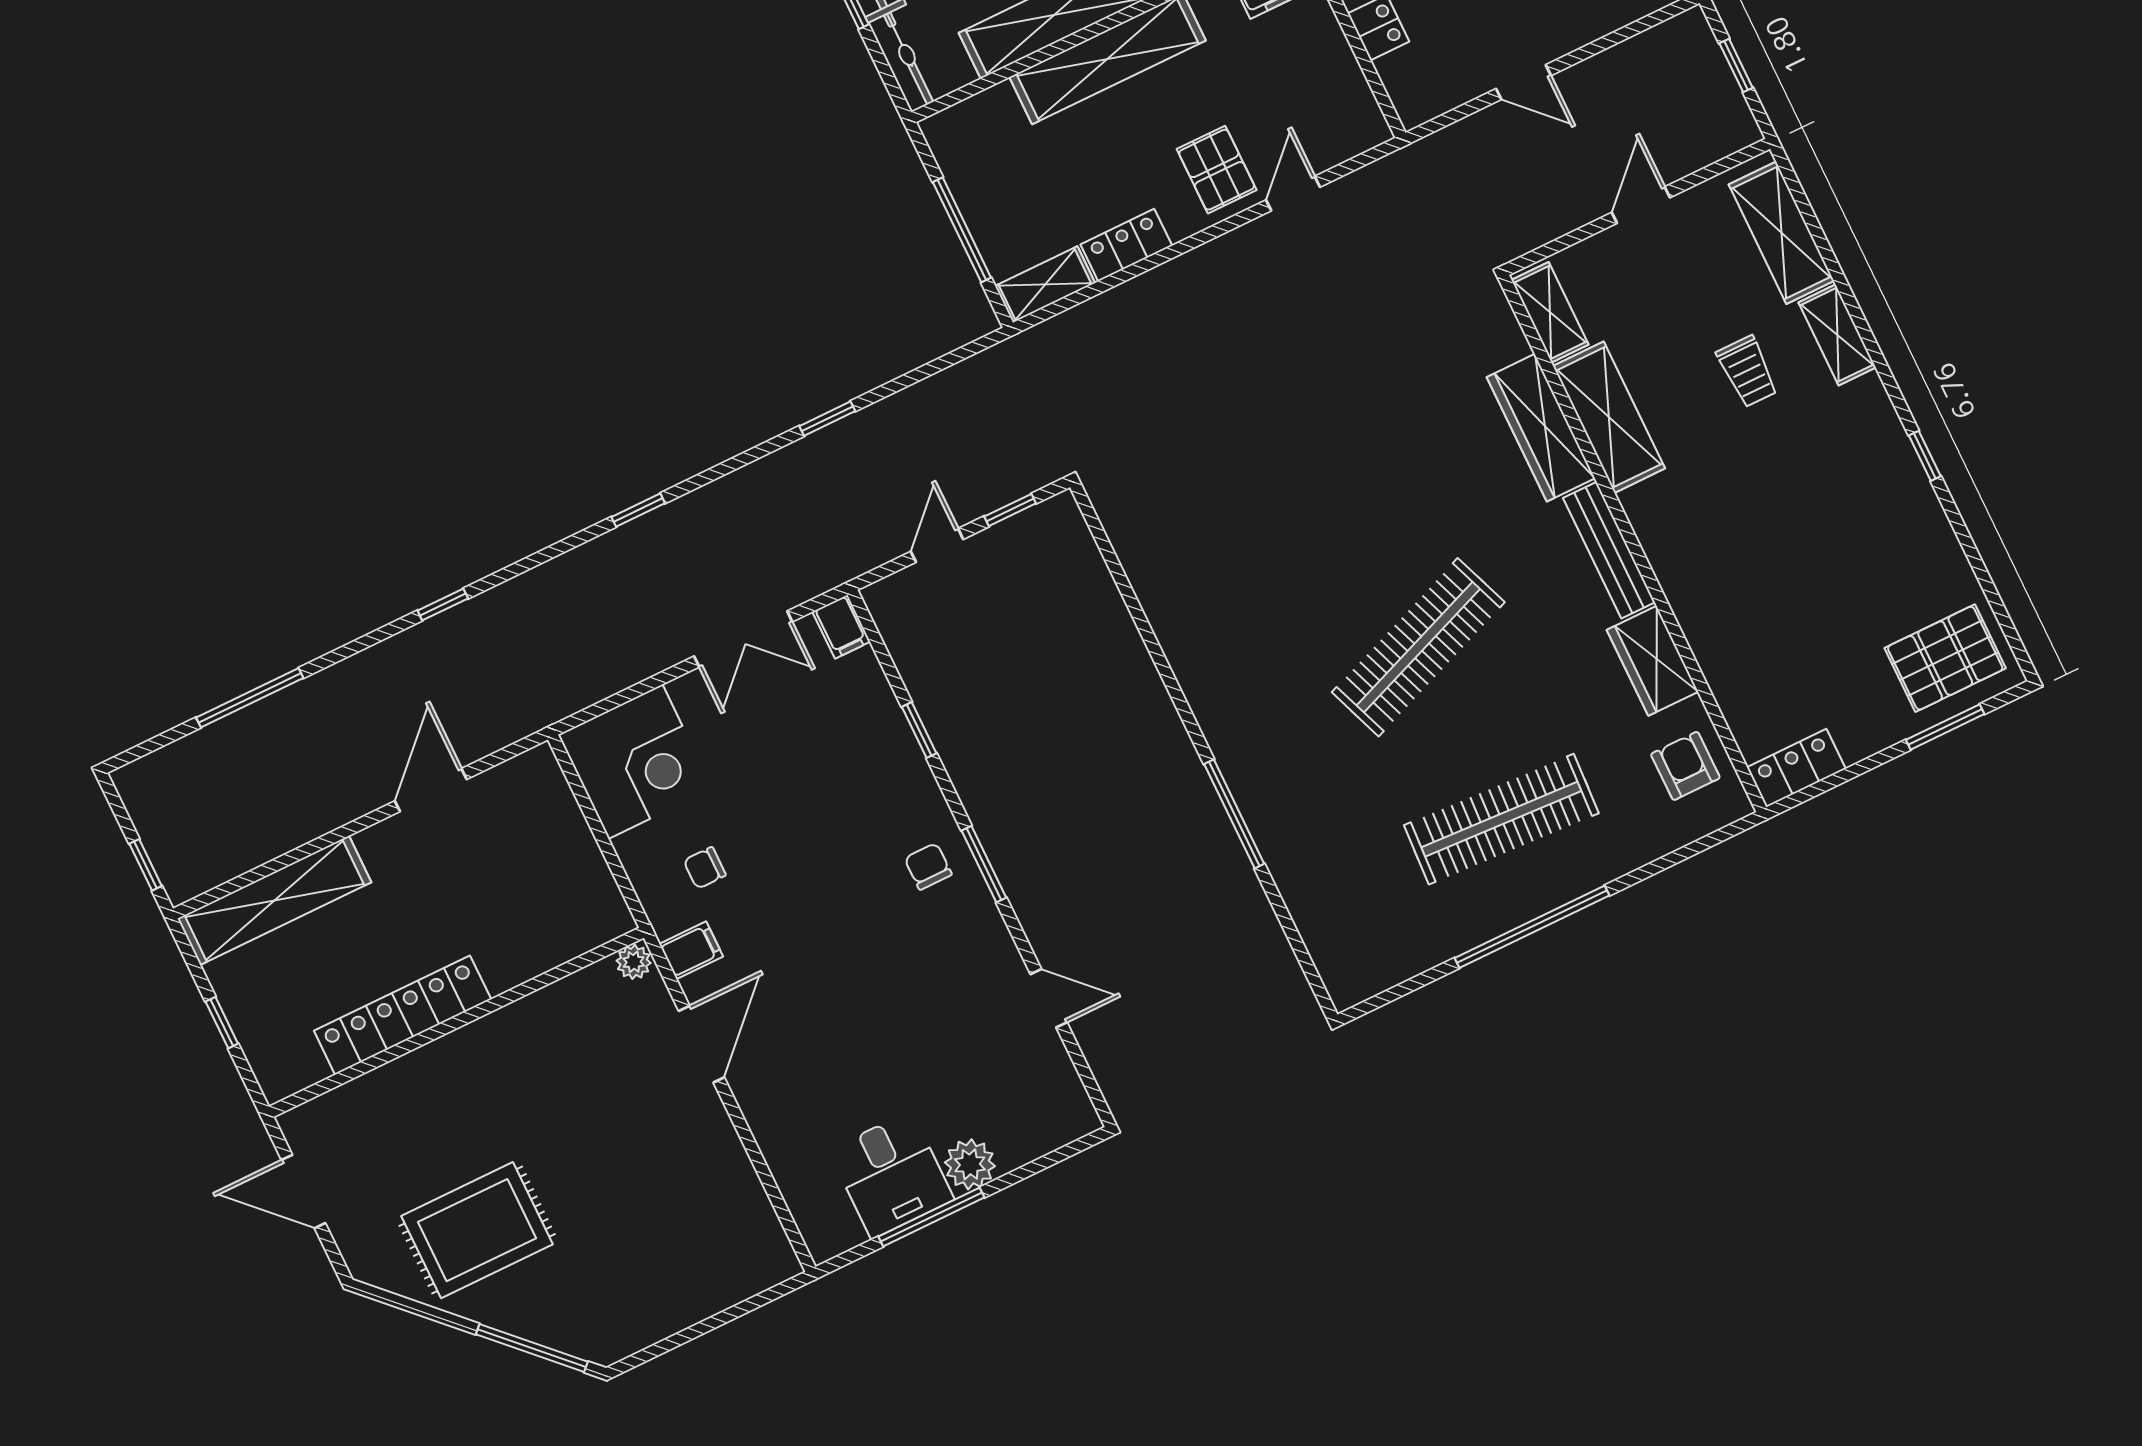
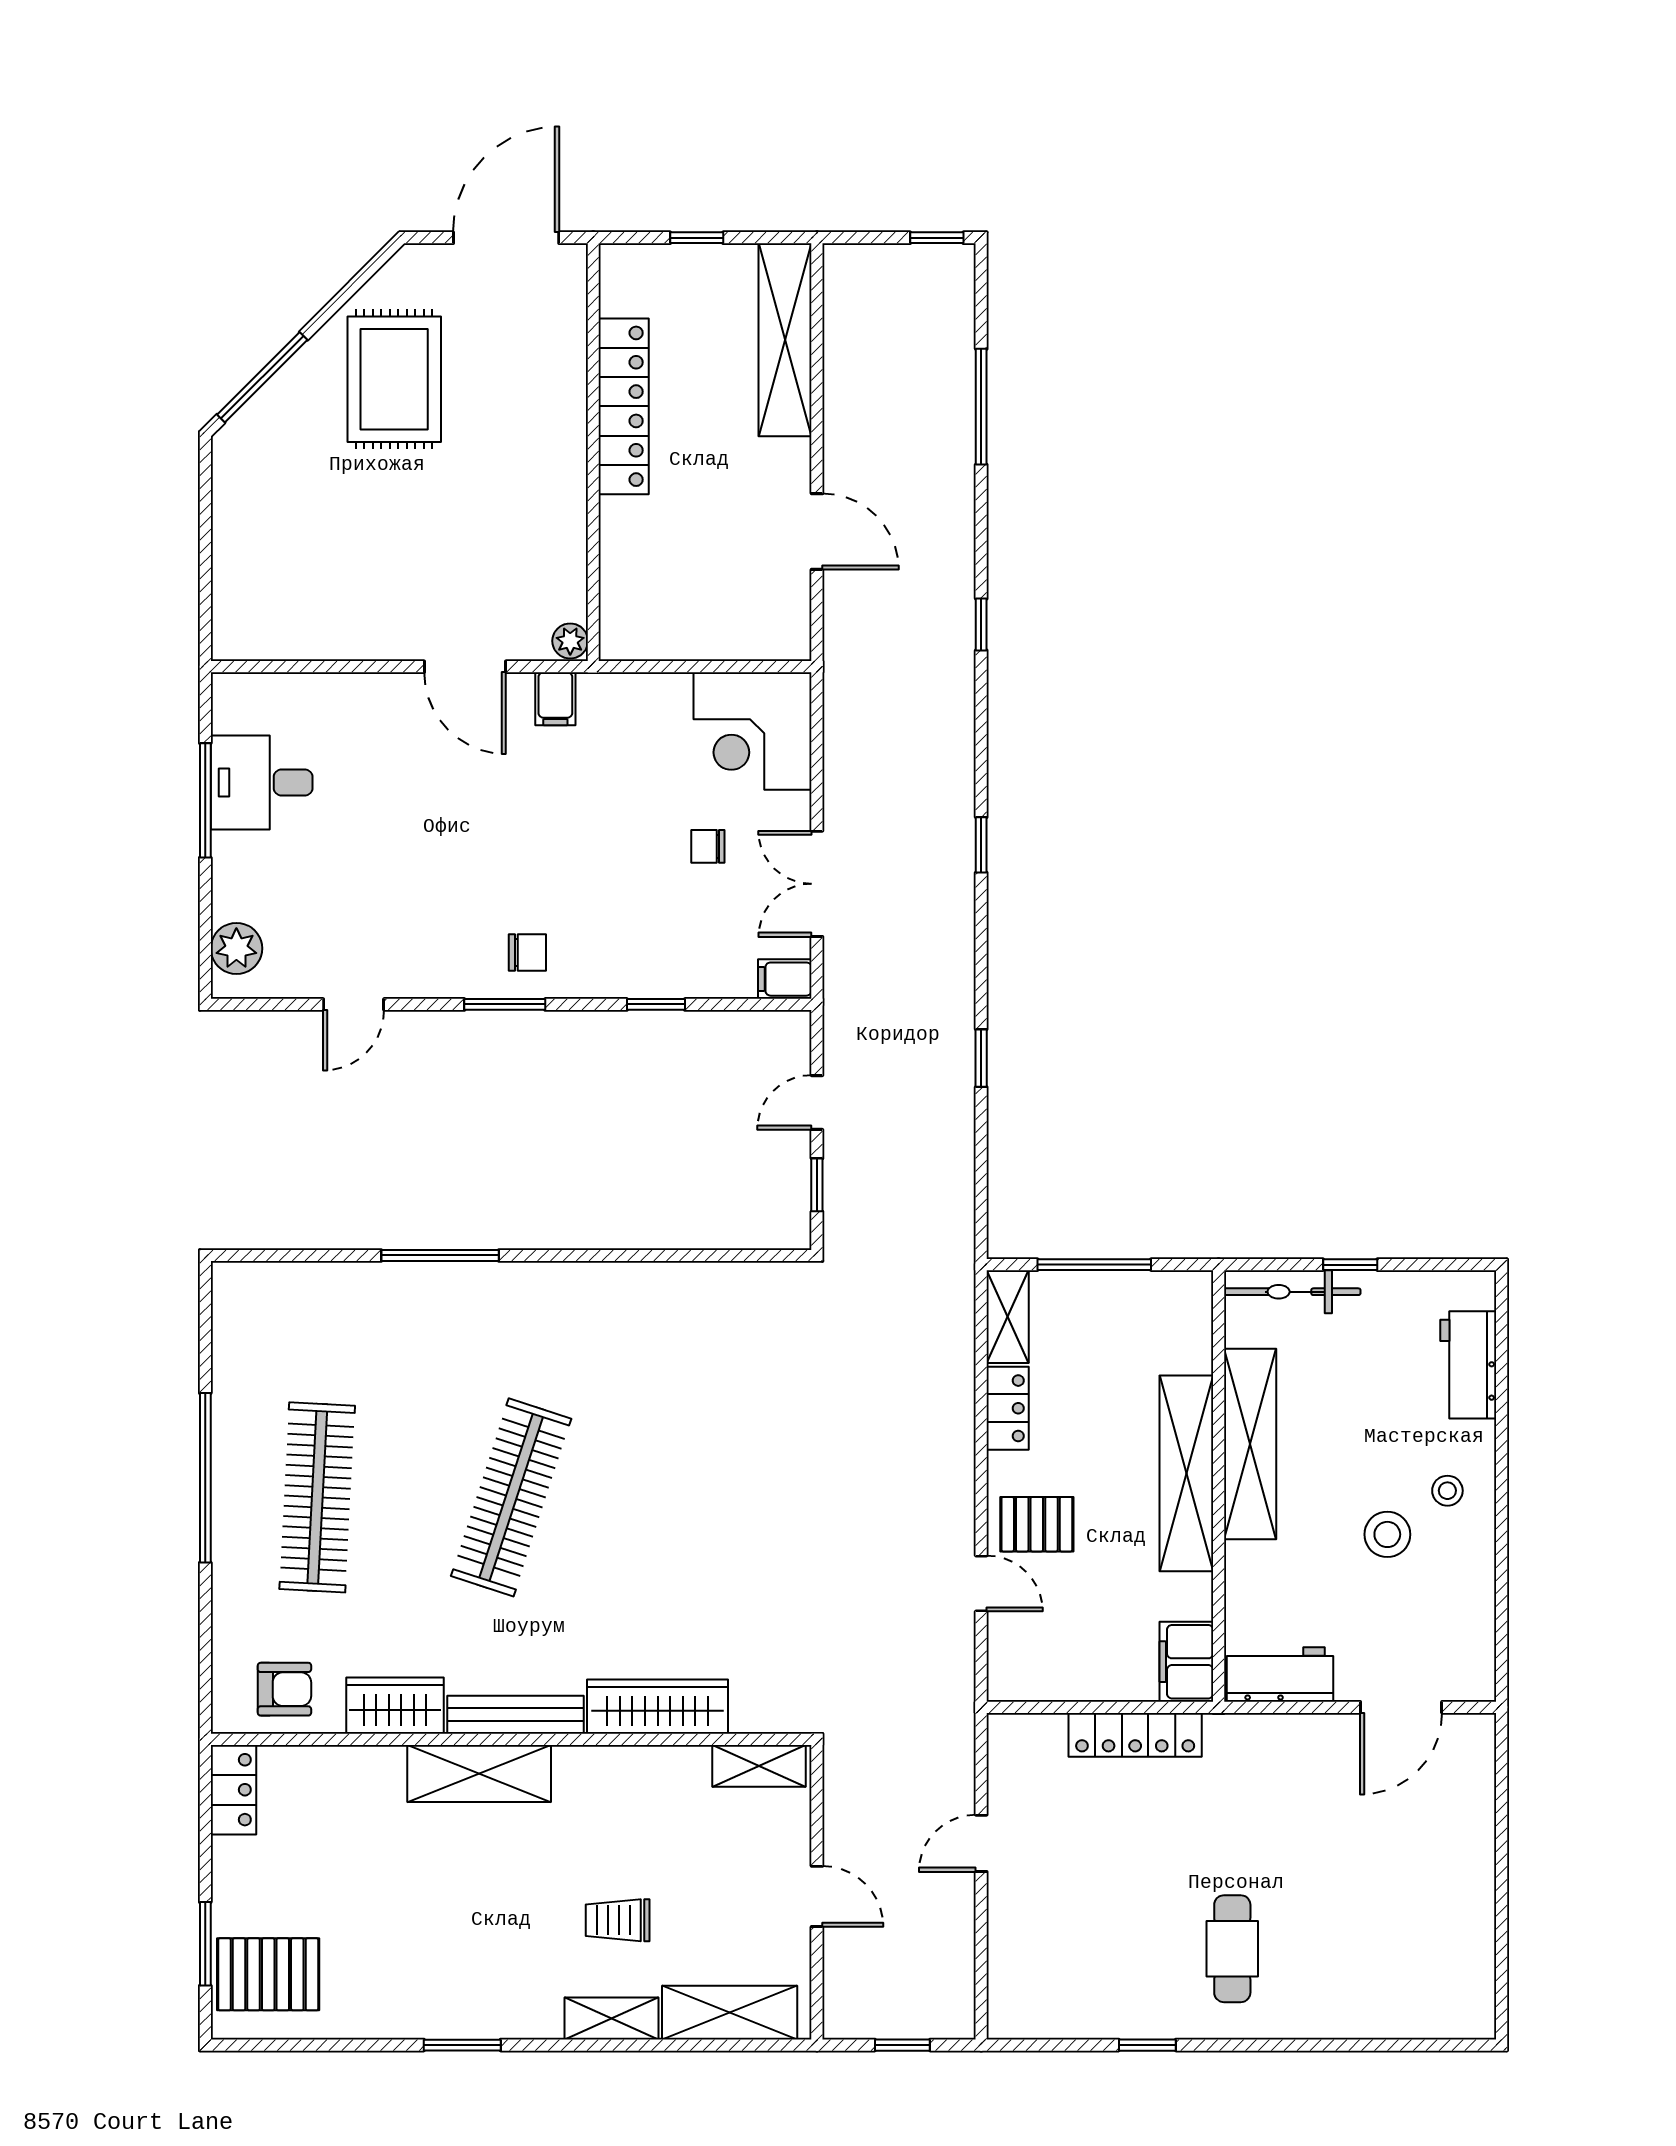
shelving: (1609, 417) -> (479, 1773), moved
window: (1925, 456) -> (462, 2045), width x1.50
door: (937, 545) -> (817, 1102), swing flipped
clothes rail: (1418, 647) -> (511, 1497), turned 39
pallet: (1945, 658) -> (268, 1974), turned 90
window: (146, 865) -> (937, 238), moved
chair: (705, 868) -> (708, 846), moved, turned -90
plant: (970, 1164) -> (236, 948), moved
door: (303, 1192) -> (506, 238), width x1.36

